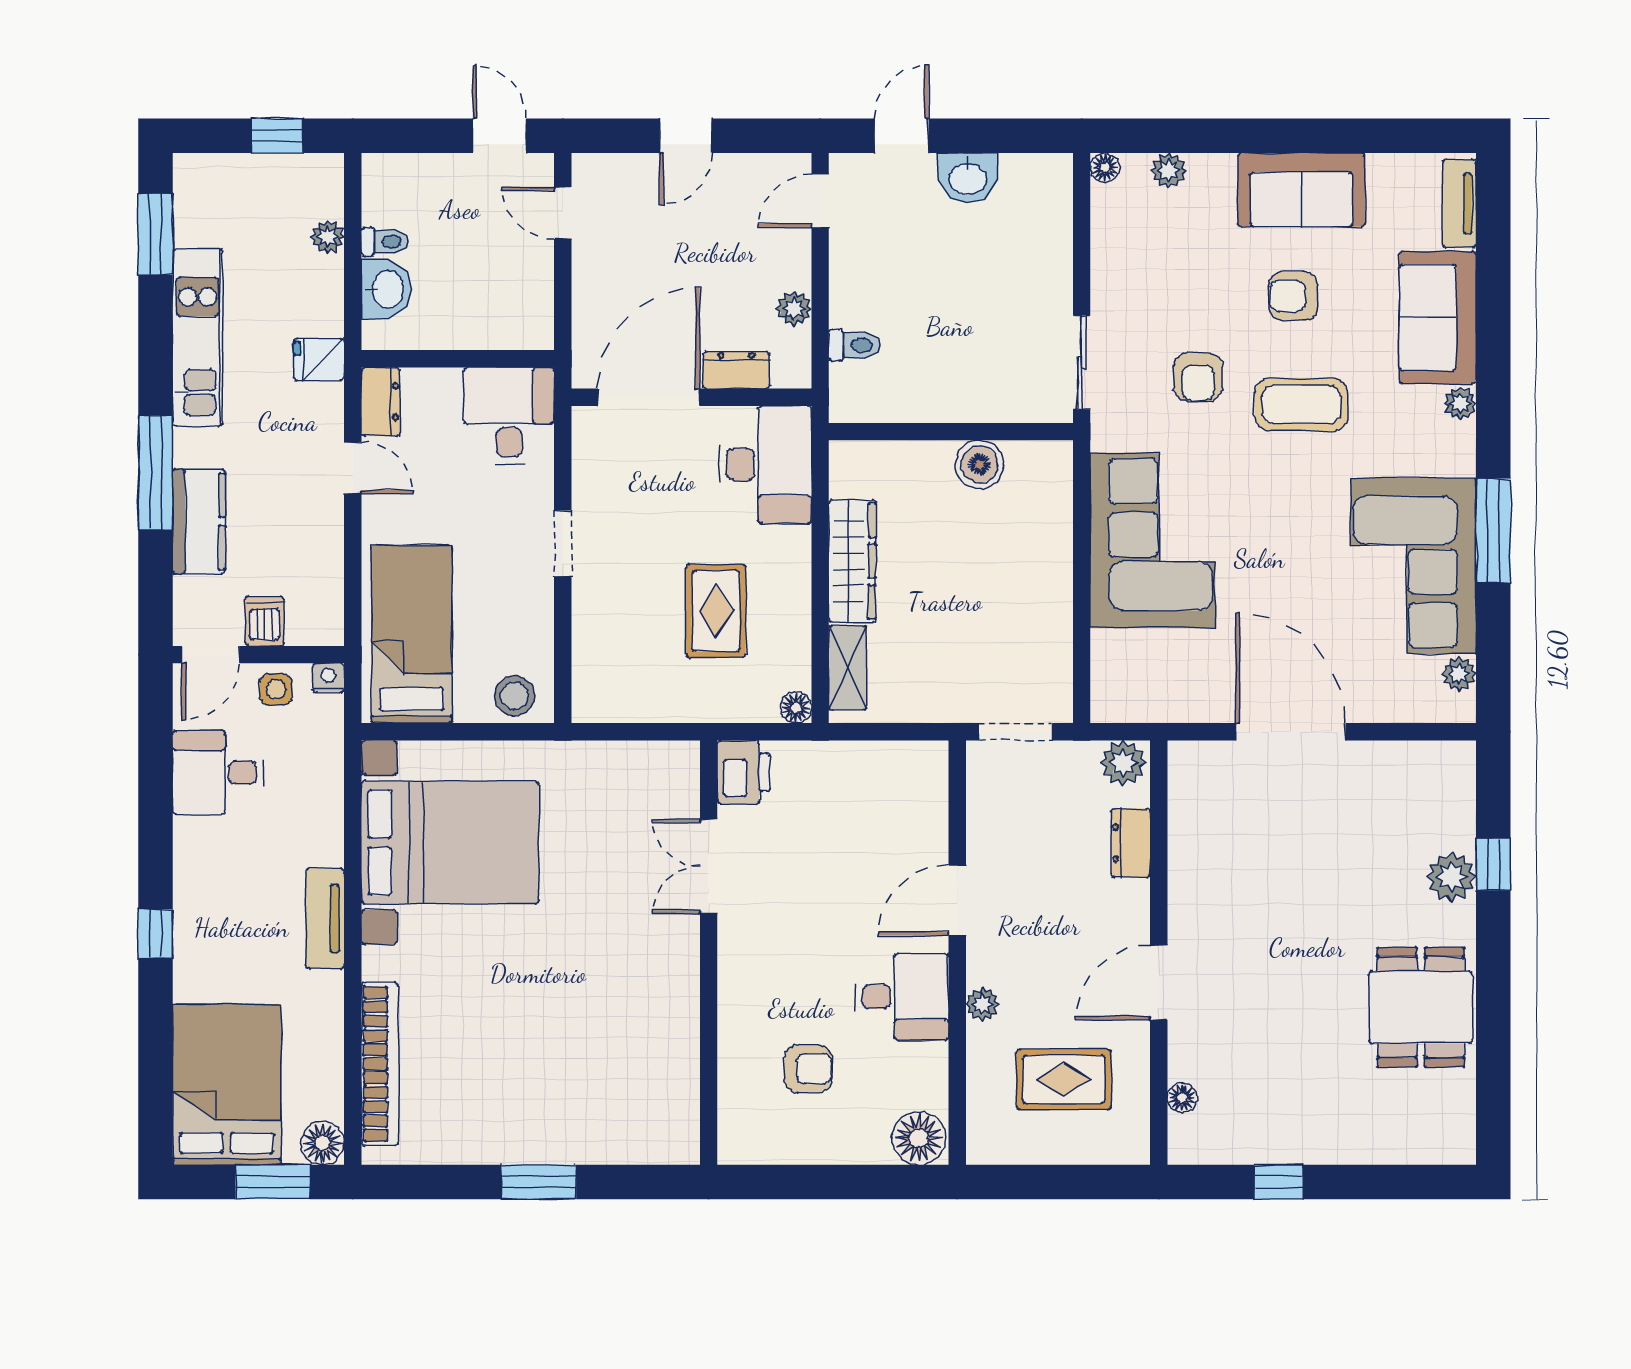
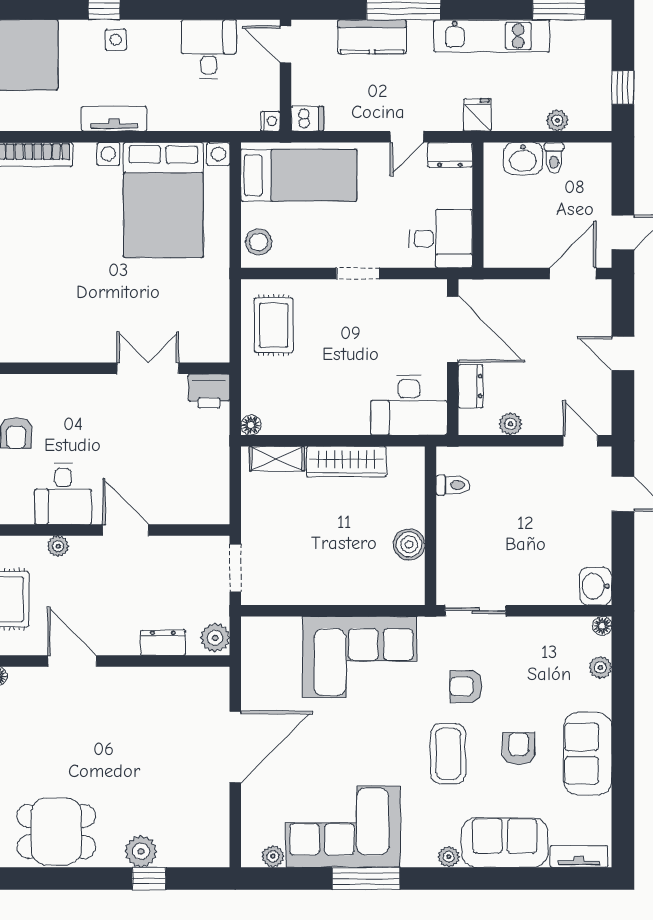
washbasin: (968, 178) -> (596, 586), moved
door: (563, 213) -> (573, 273), width x1.38
toilet: (855, 345) -> (453, 485), moved, turned -90
rug: (716, 611) -> (274, 325), moved, turned 90
dishwasher: (264, 621) -> (307, 119), moved
side table: (276, 689) -> (116, 40), moved

